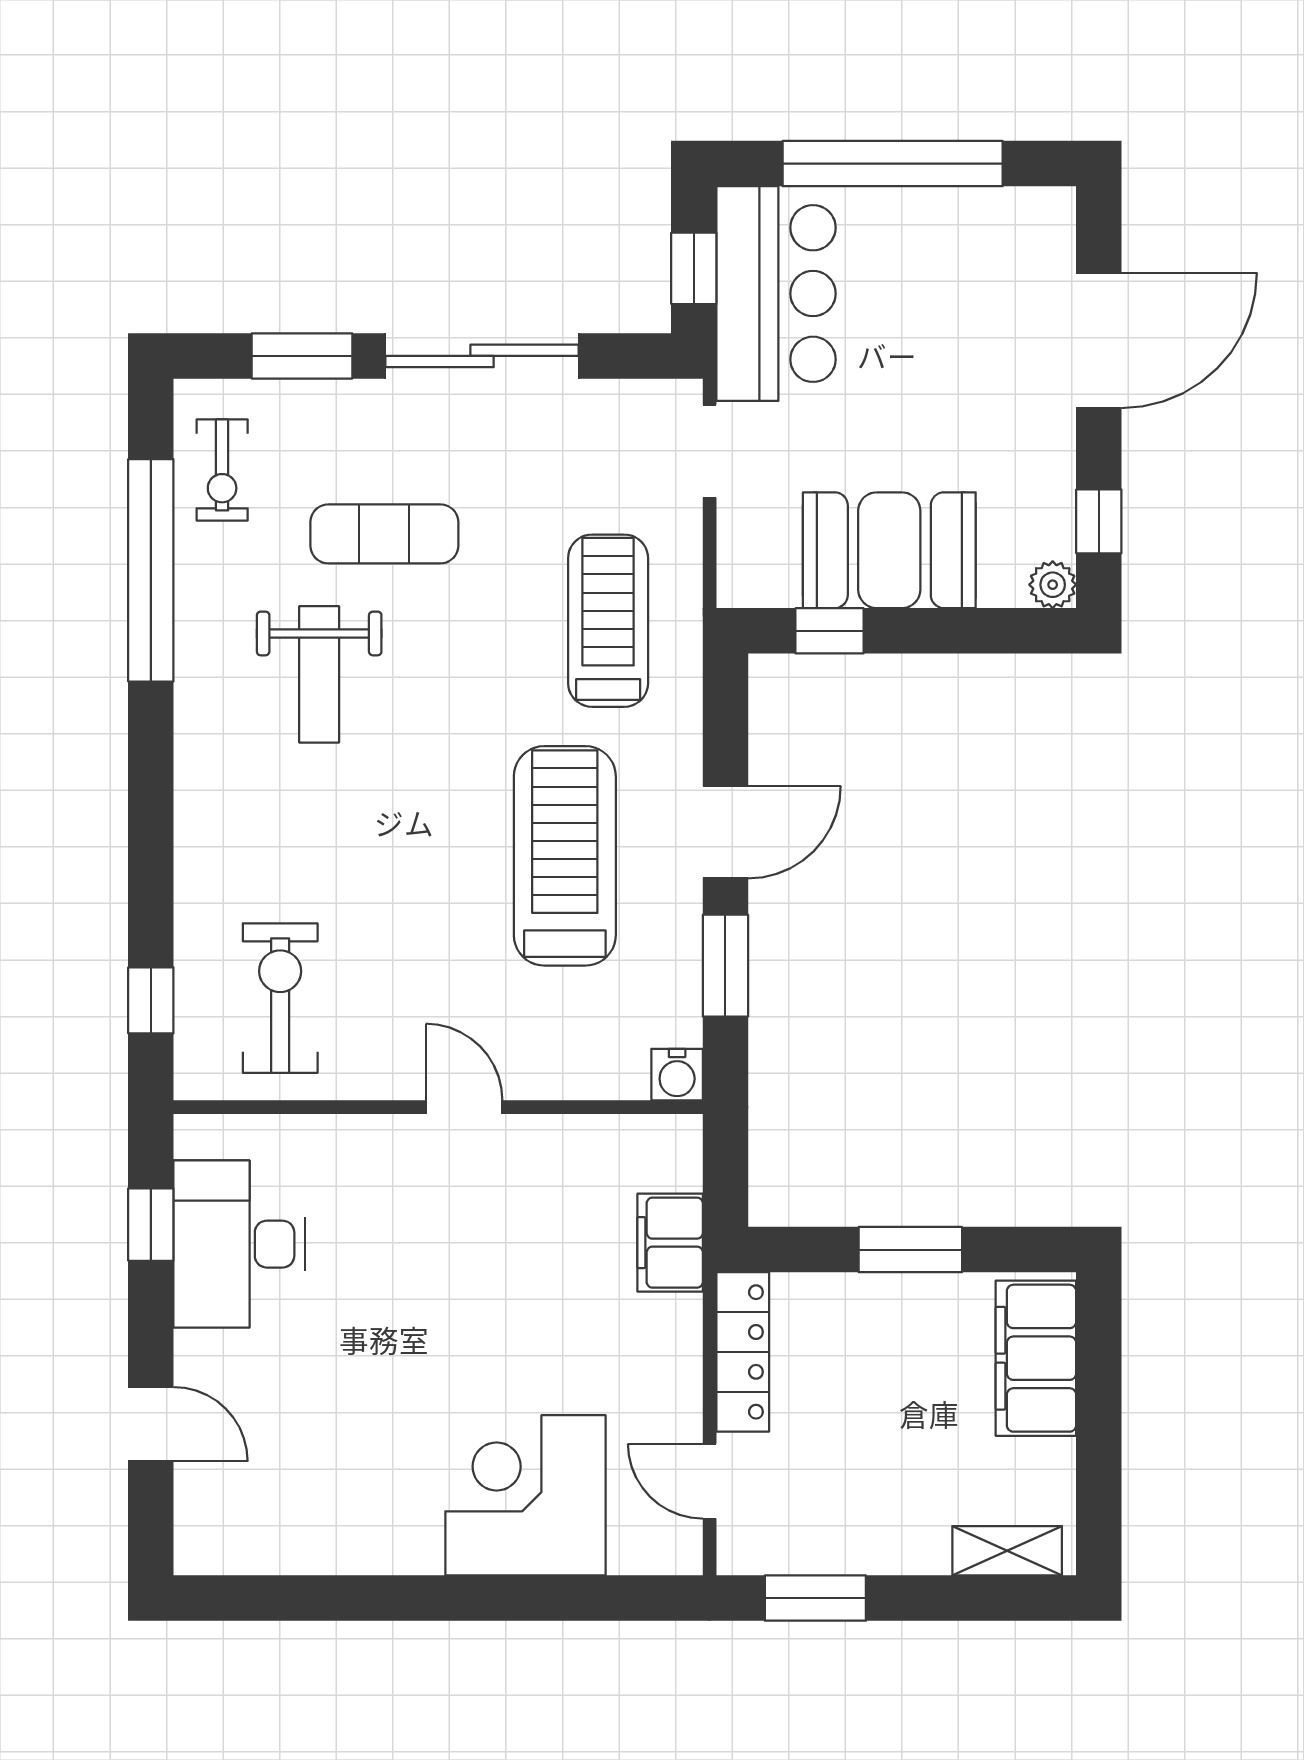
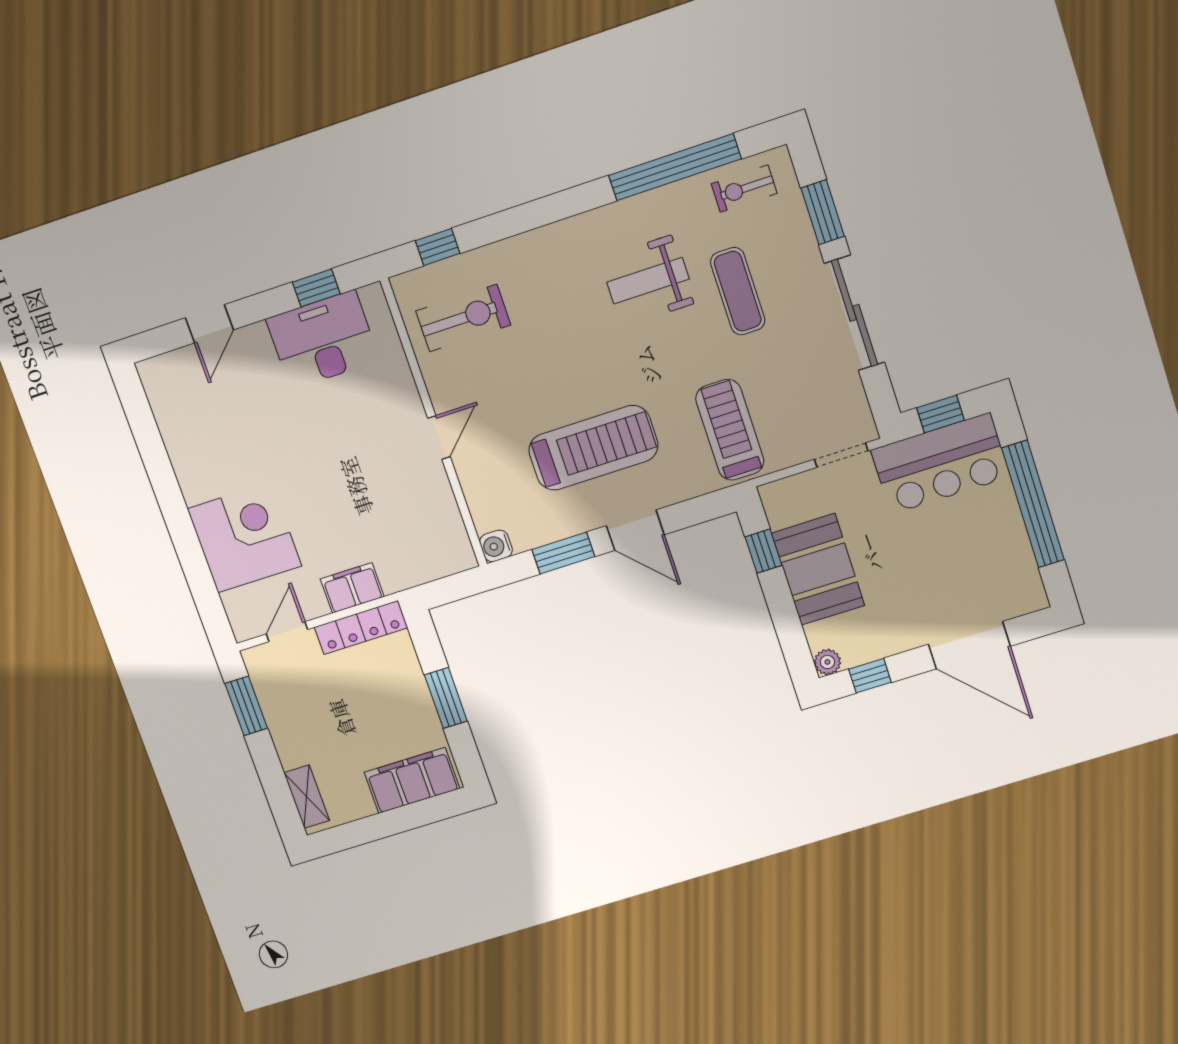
treadmill: (608, 621) -> (730, 430), turned -90
filing cabinet: (670, 1243) -> (352, 588), moved

